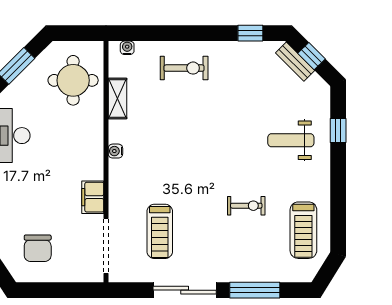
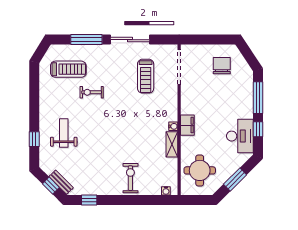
exercise bike: (184, 68) -> (130, 178), turned 90
shelving: (118, 99) -> (172, 144), moved
weight bench: (291, 140) -> (64, 133), turned -90
filing cabinet: (93, 197) -> (187, 125), moved
treadmill: (303, 230) -> (68, 69), moved, turned 90
treadmill: (160, 231) -> (146, 76), turned 180

